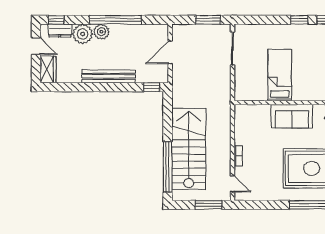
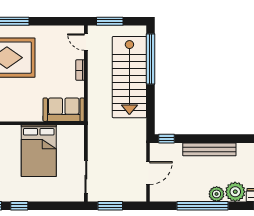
bed: (280, 75) -> (39, 151), width x1.50
sofa: (292, 116) -> (64, 110), moved

